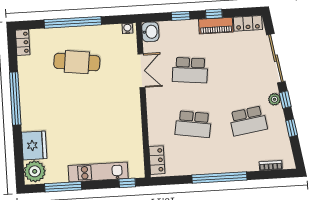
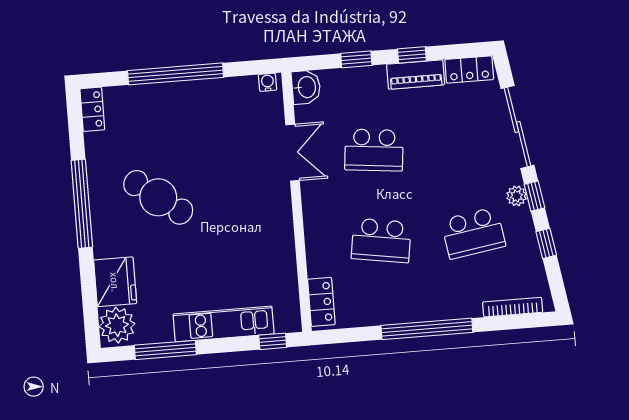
cafe table: (77, 62) -> (158, 197), moved, turned 30
bookcase: (271, 166) -> (513, 307), width x1.56

